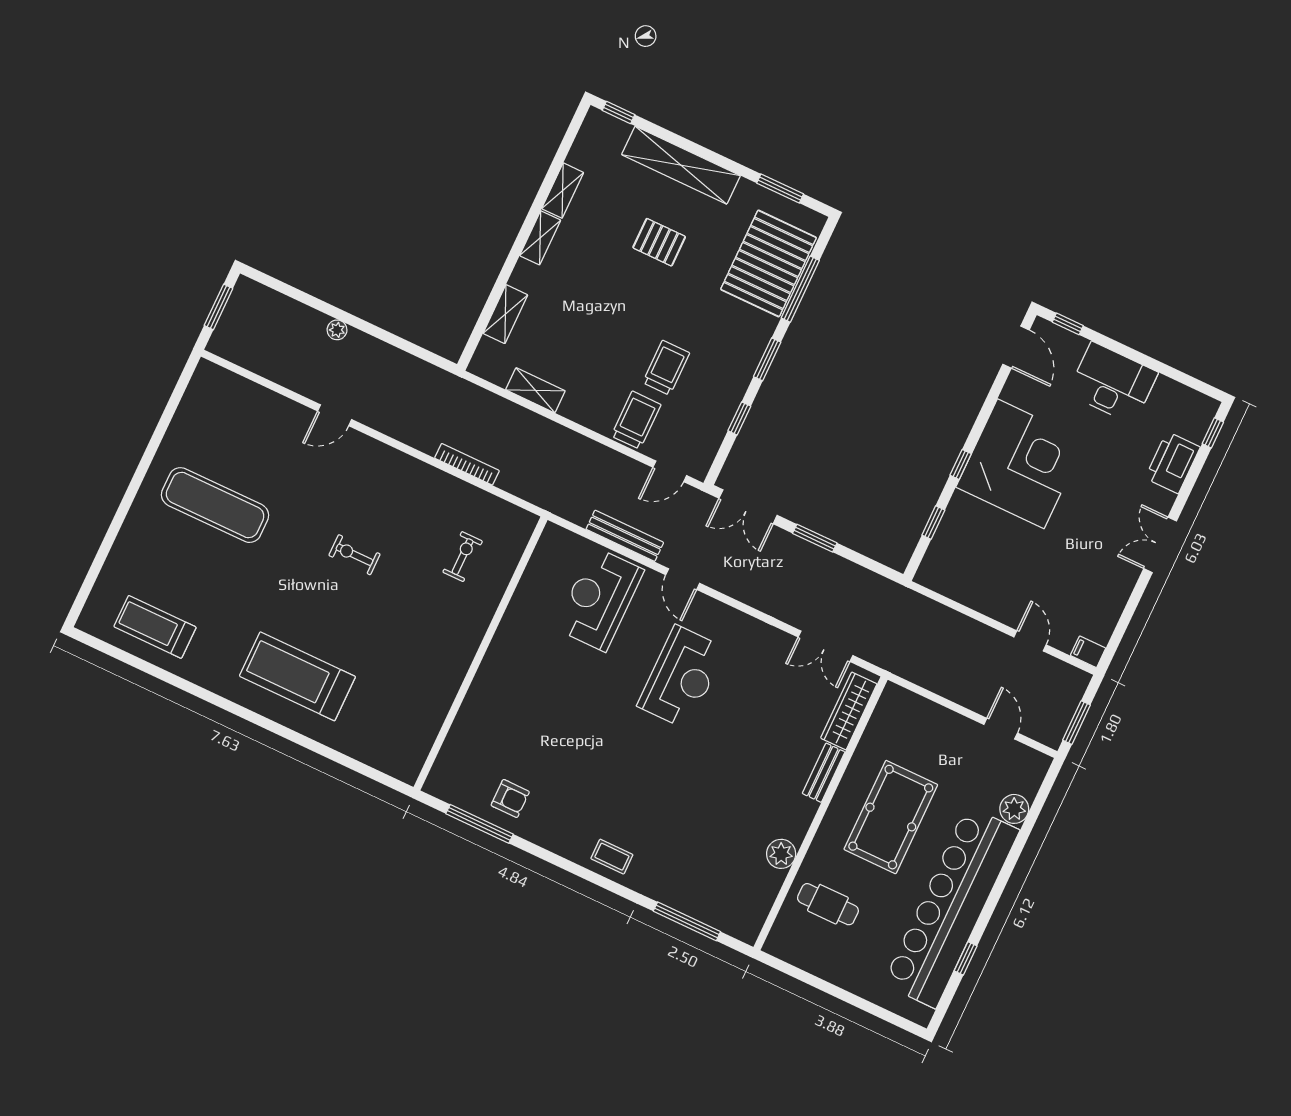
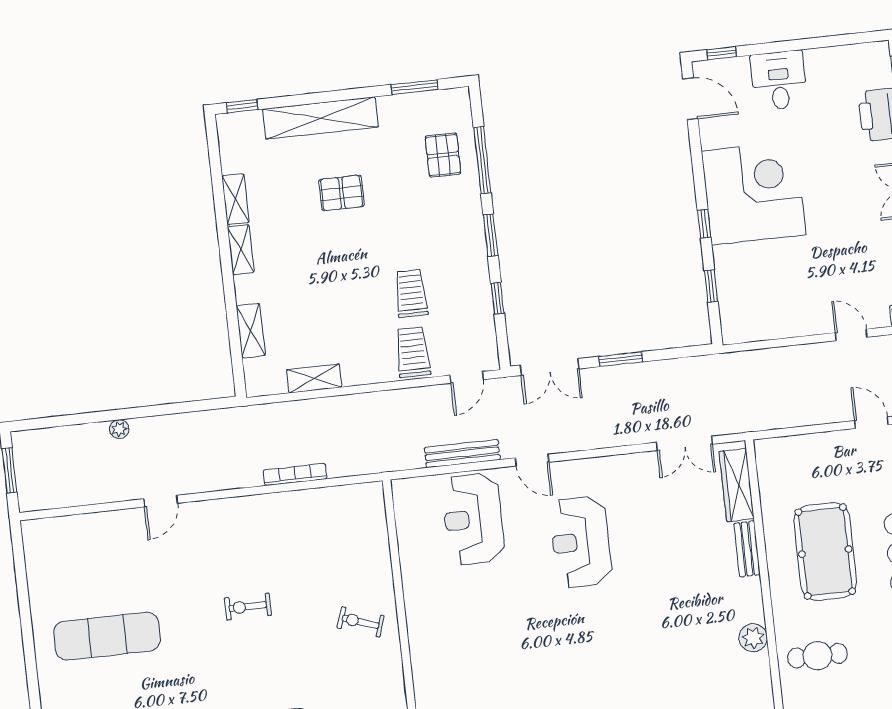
pallet: (769, 263) -> (443, 155), width x0.49, depth x0.50
desk: (1113, 383) -> (779, 81), width x0.73
exercise bike: (463, 557) -> (361, 622), moved, turned -71
reception desk: (681, 677) -> (581, 542), turned 180

